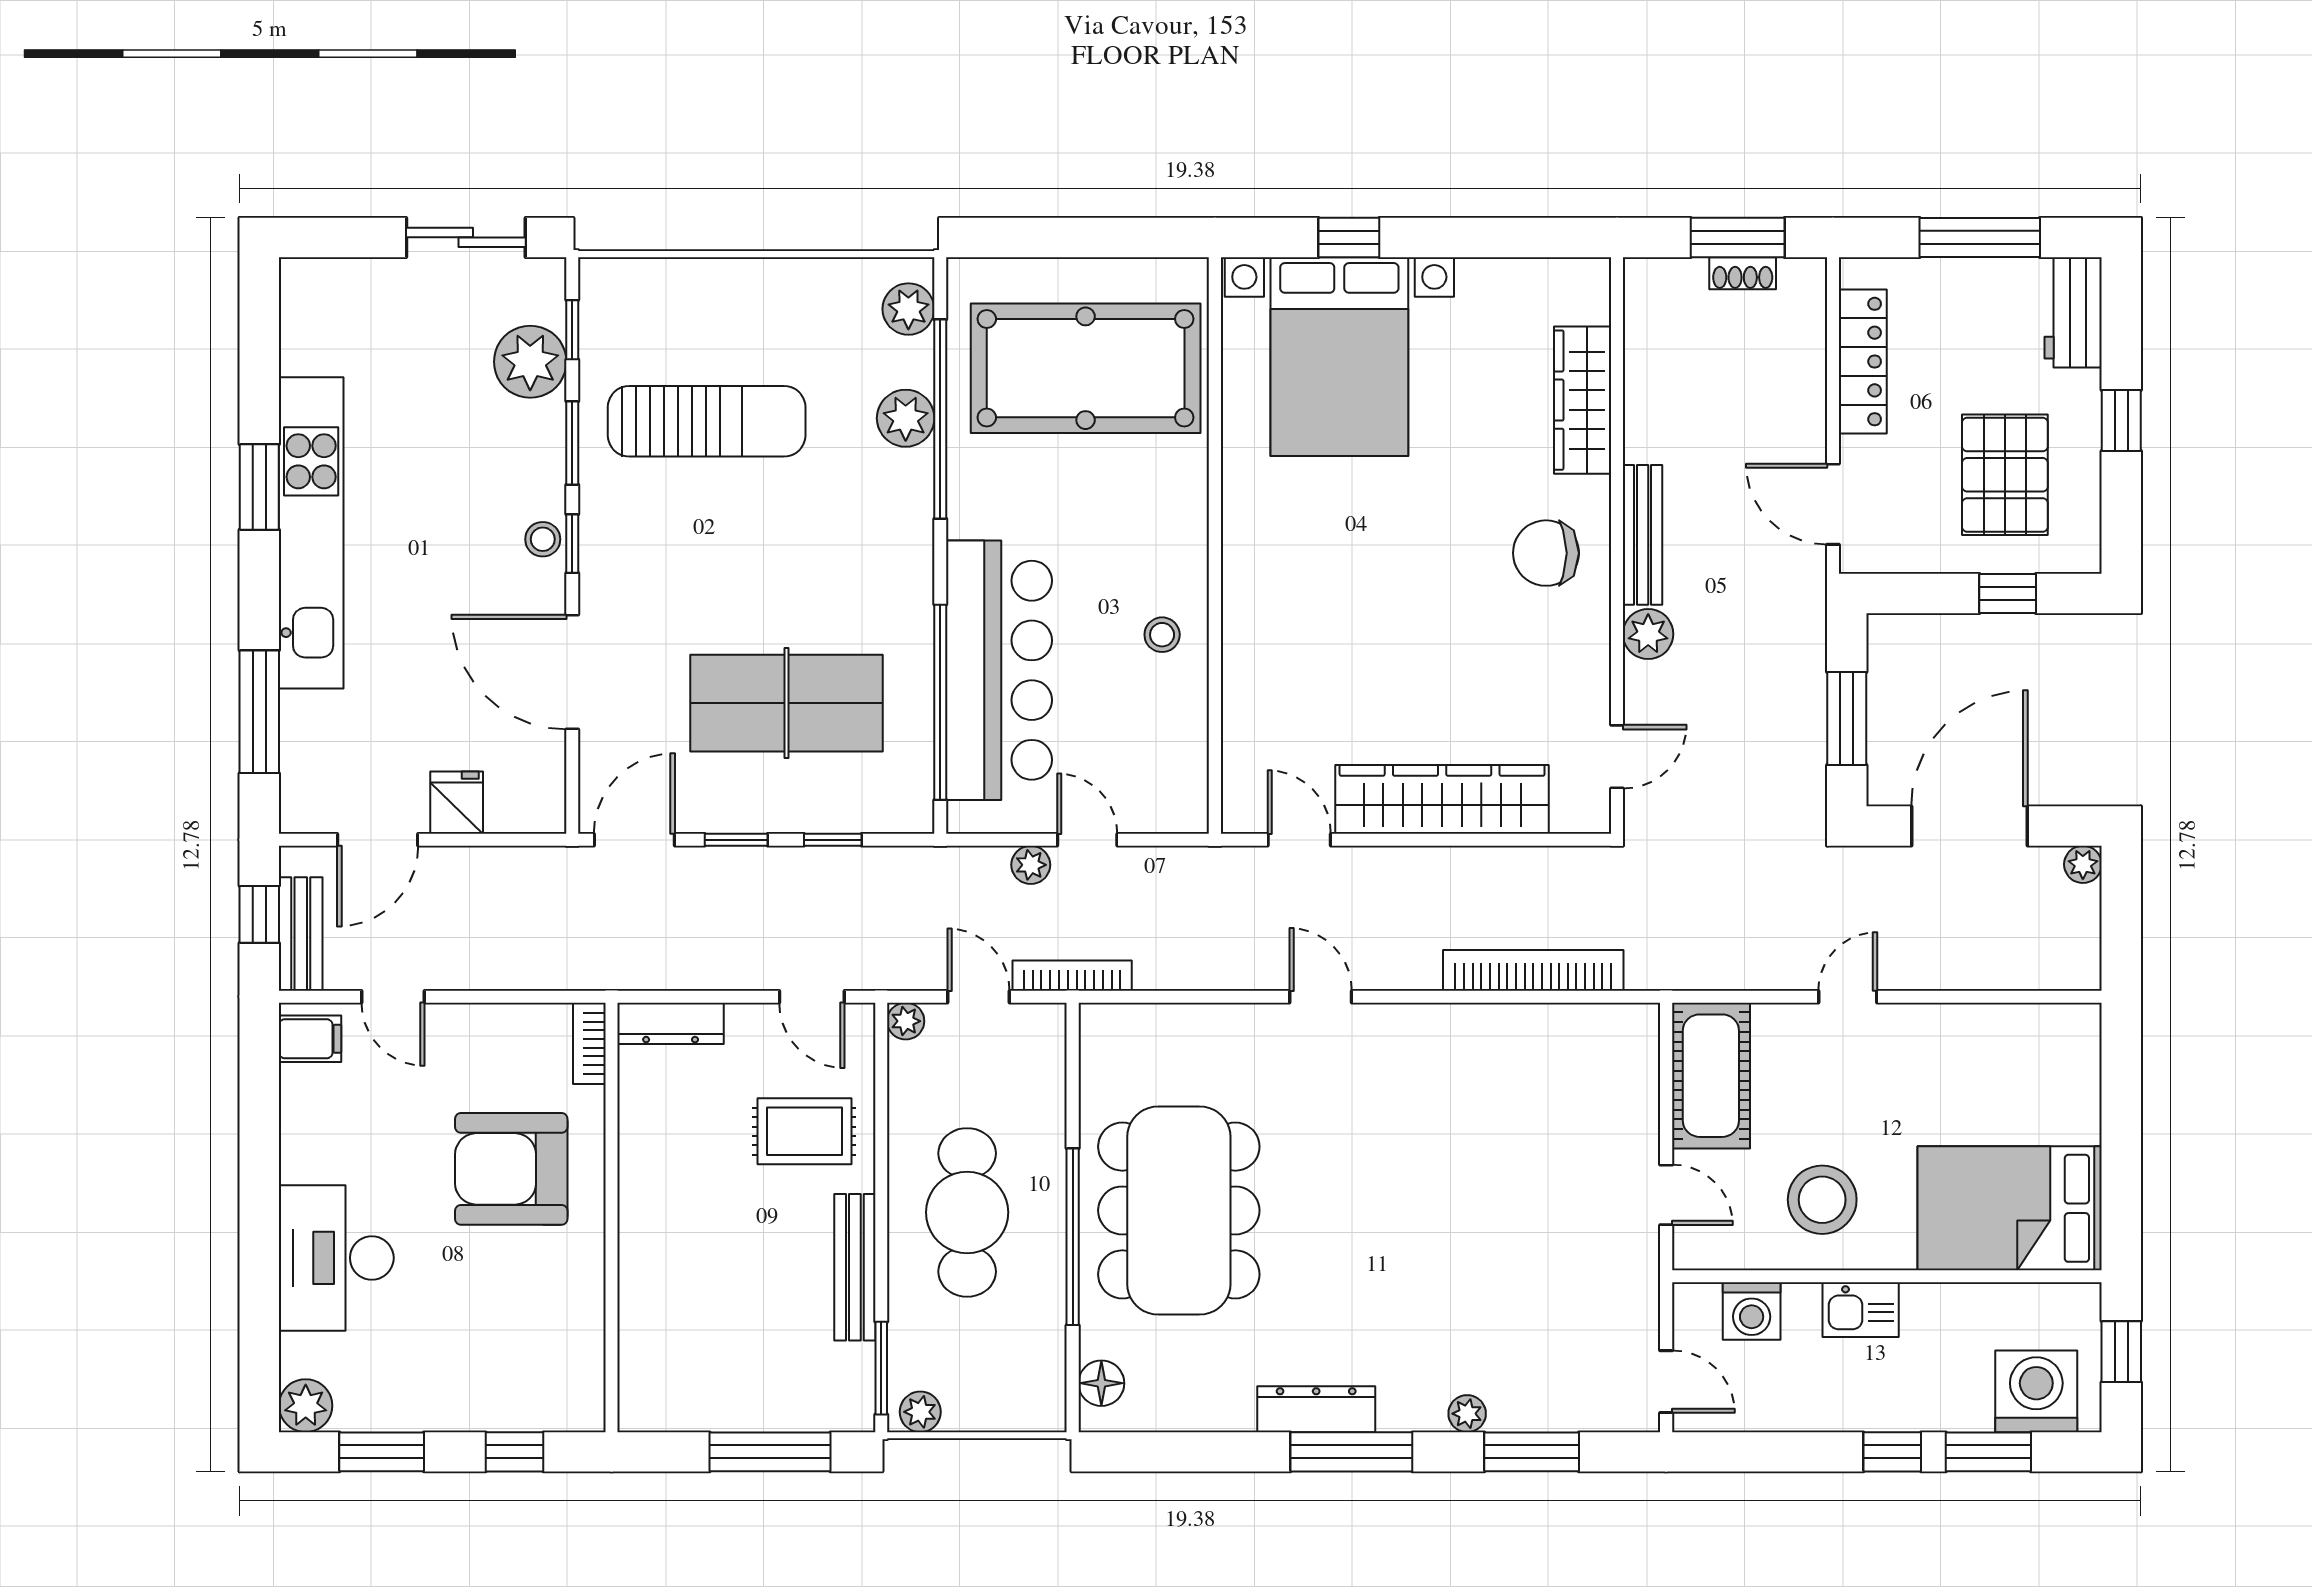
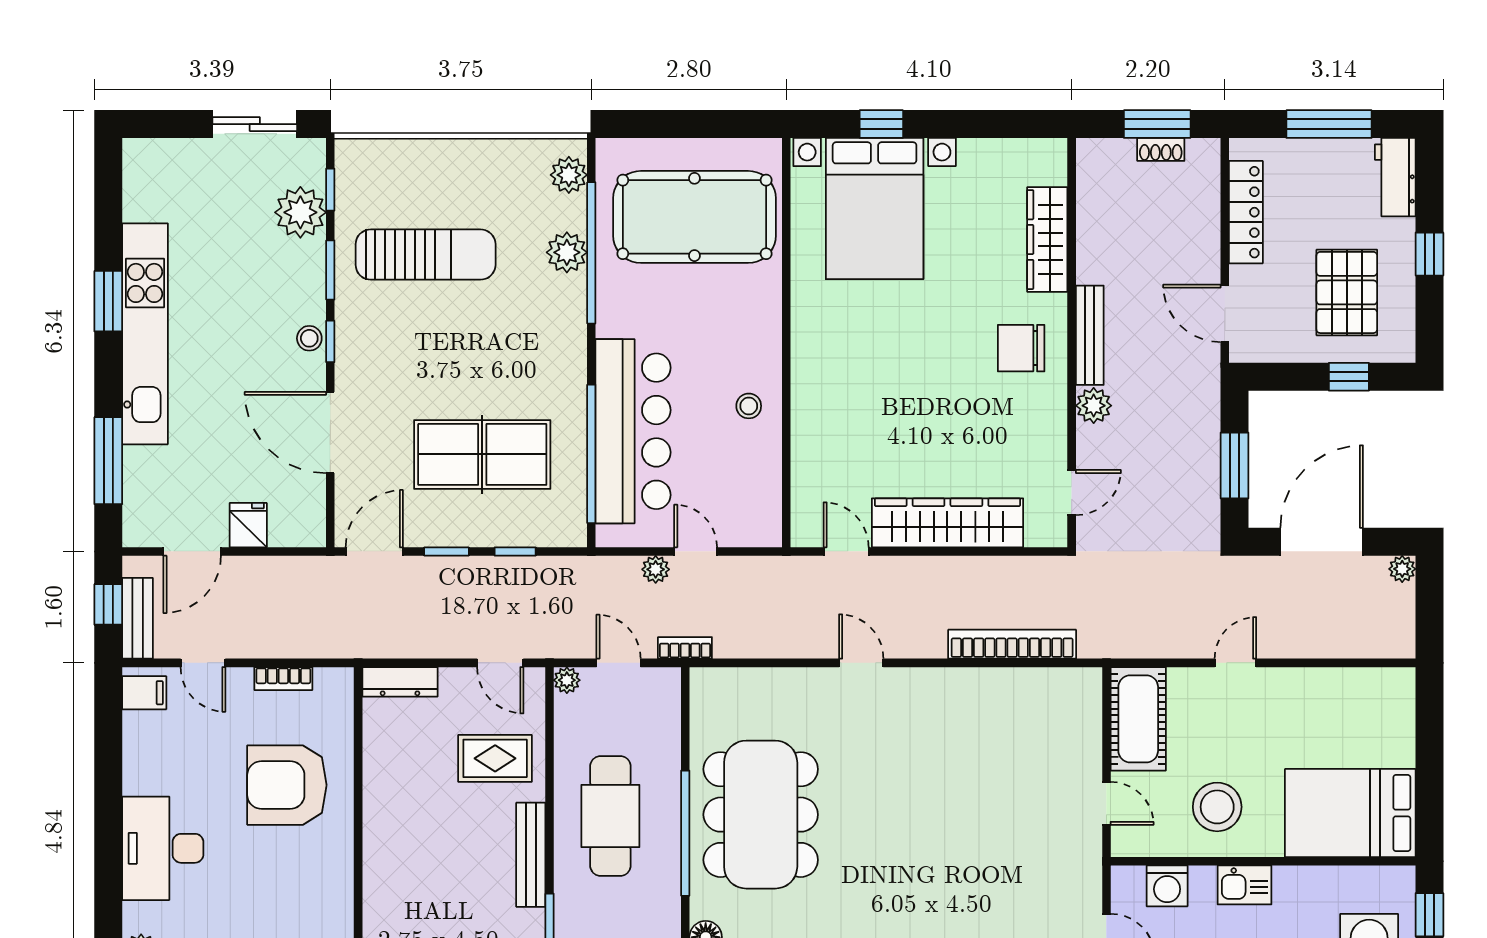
bookcase: (1072, 976) -> (685, 648), width x0.64
bookcase: (589, 1043) -> (283, 679), moved, turned -90

